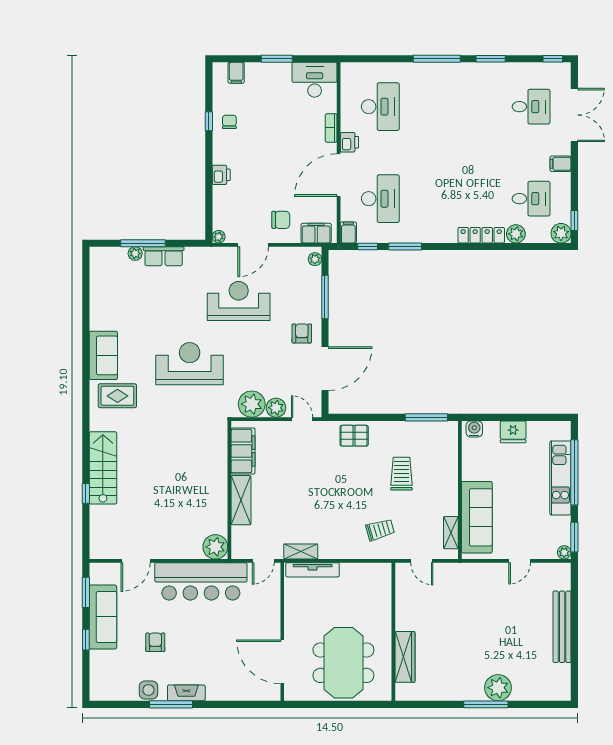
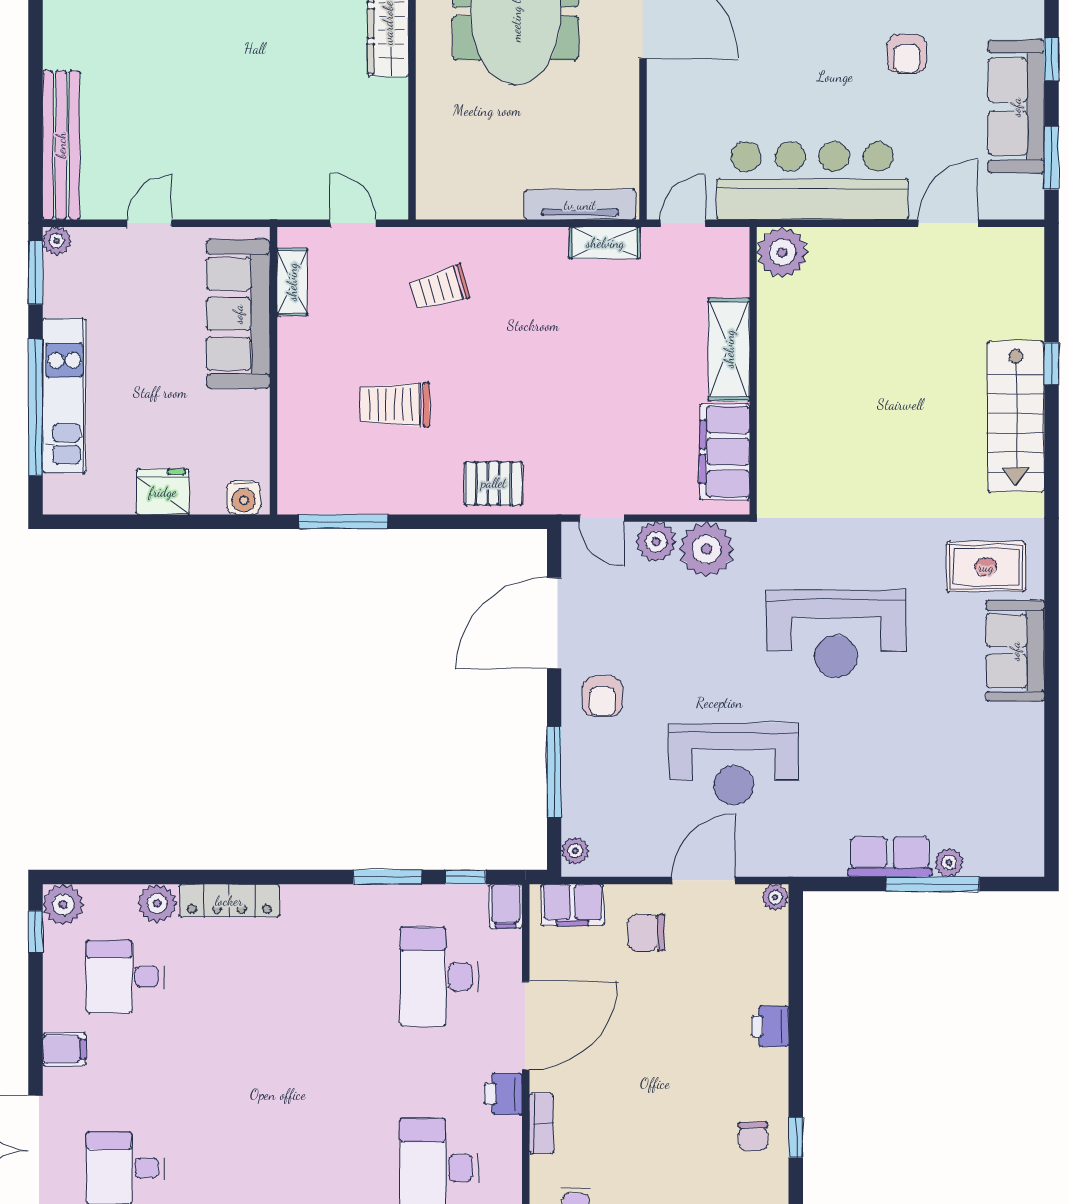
trolley: (402, 474) -> (395, 405), turned 90
bench: (562, 627) -> (61, 145), moved

